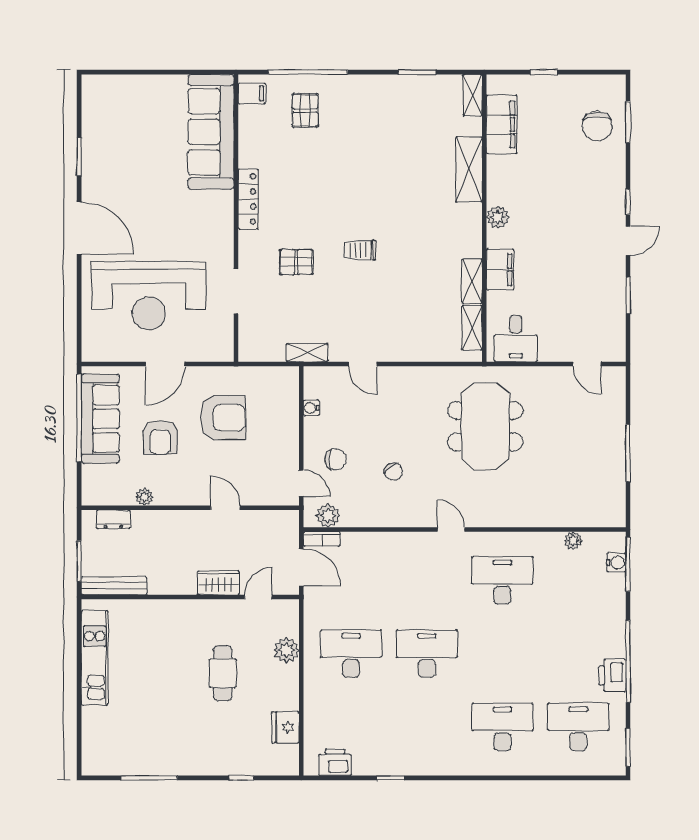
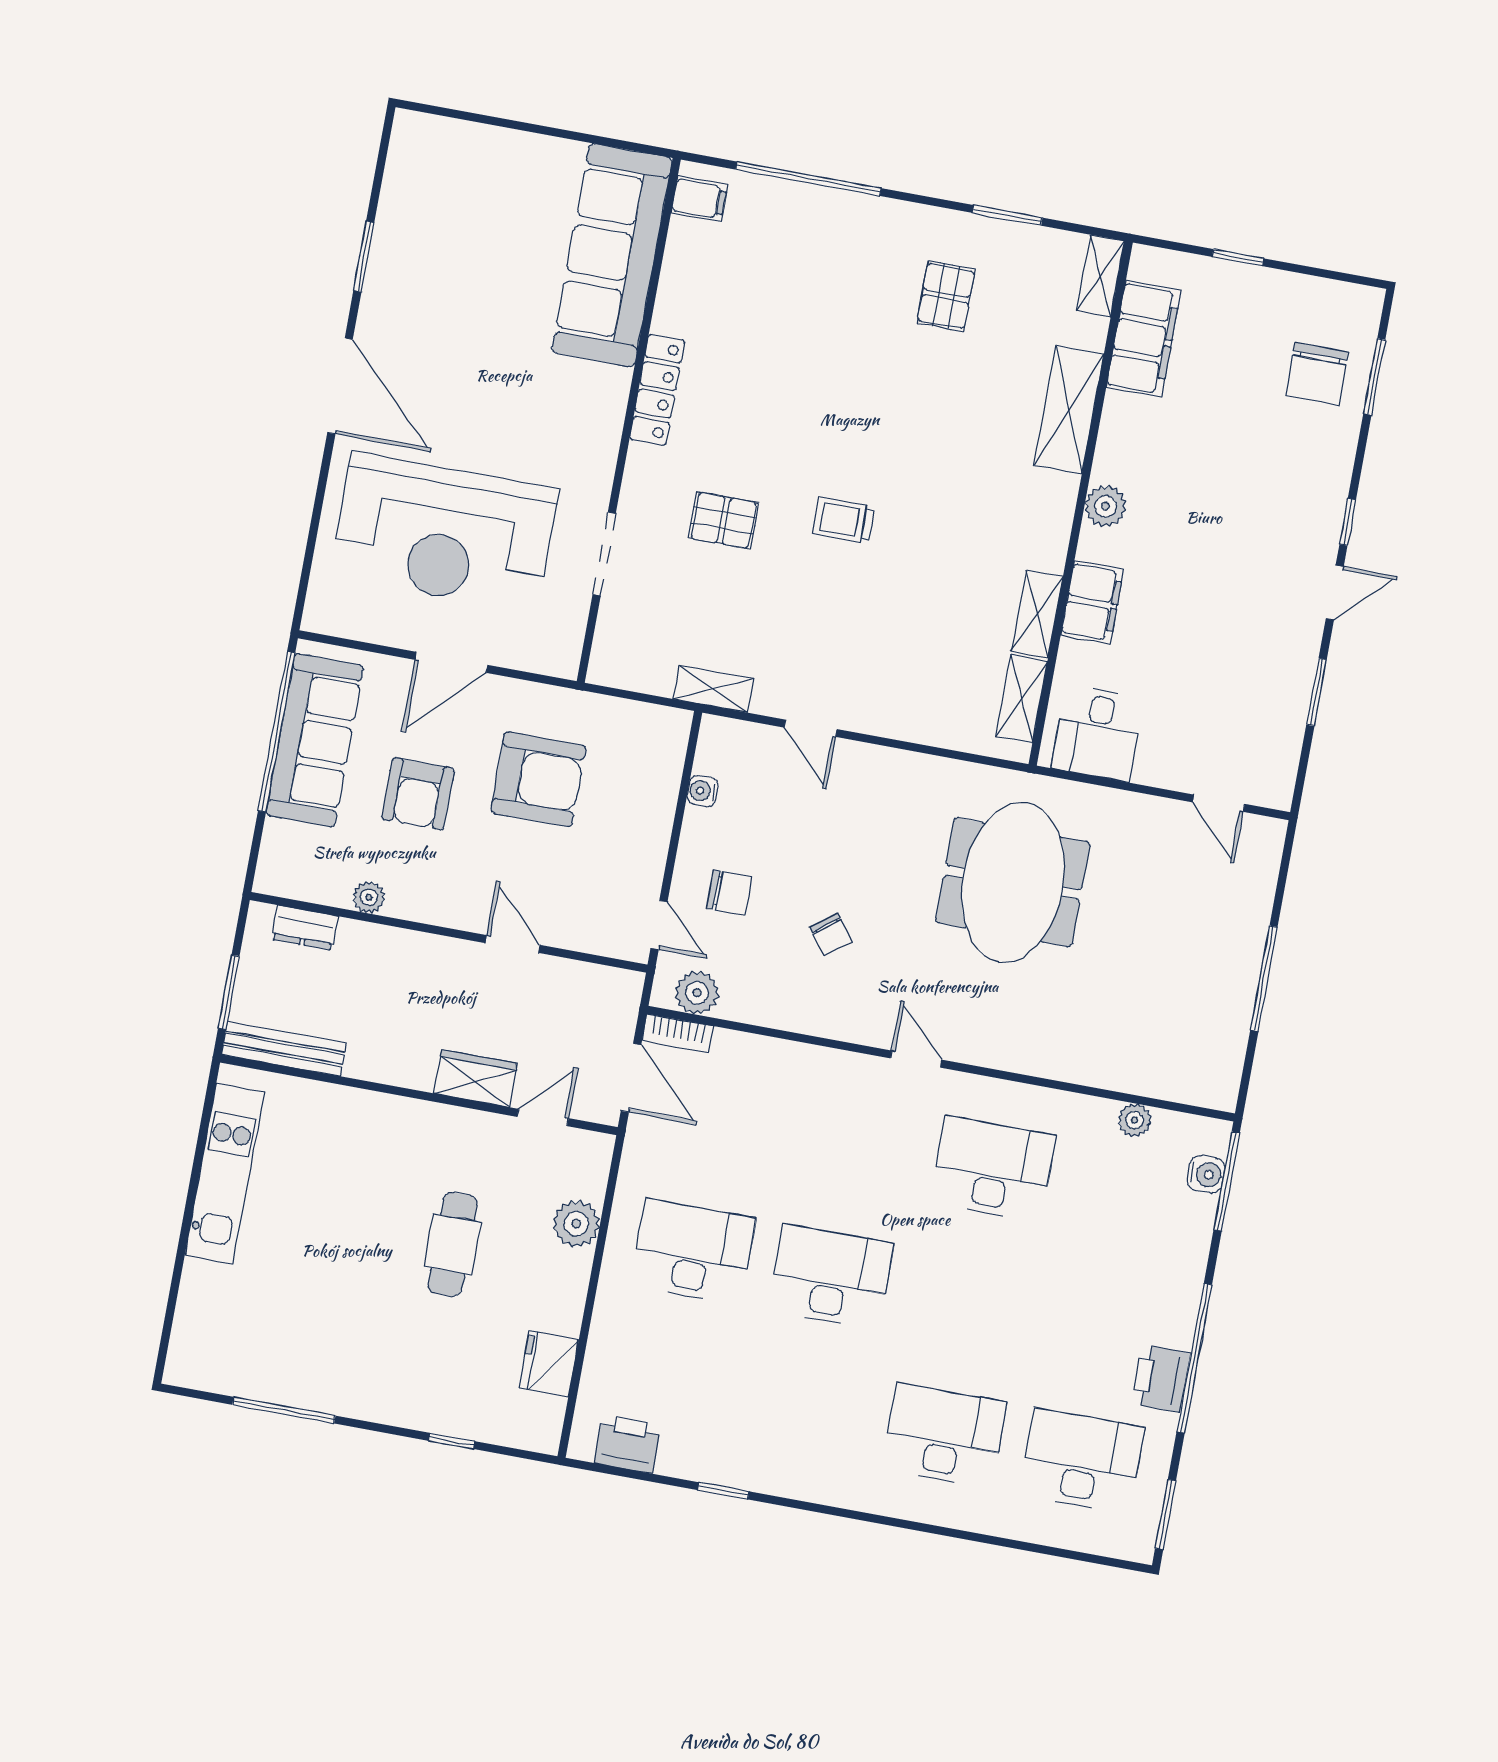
pallet: (305, 110) -> (946, 296), moved

